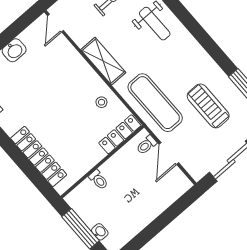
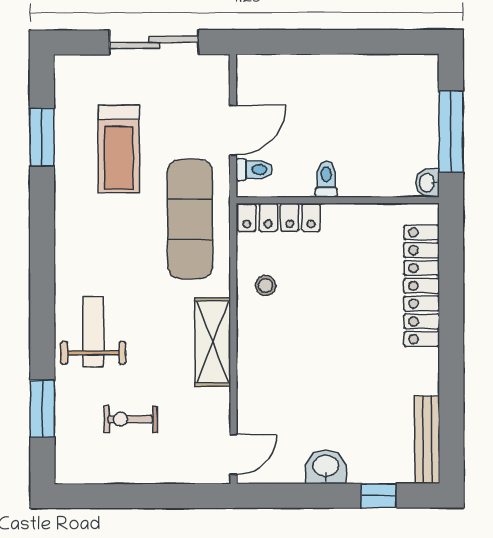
toilet: (99, 180) -> (326, 179), moved
washbasin: (100, 232) -> (427, 183), moved

